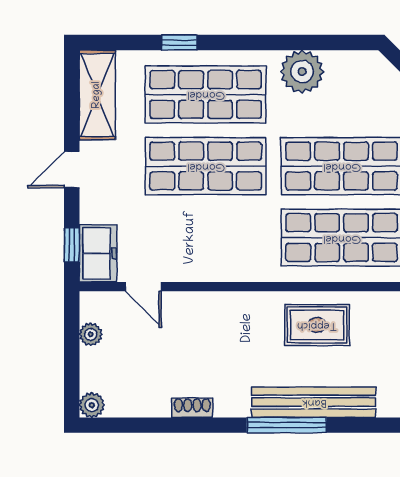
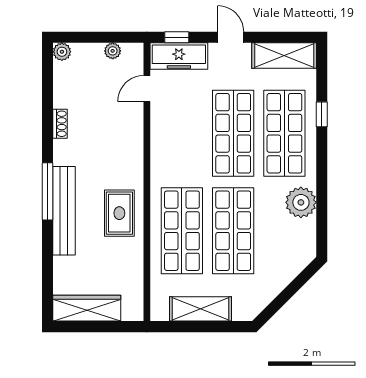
freezer: (98, 253) -> (179, 56), width x1.40

